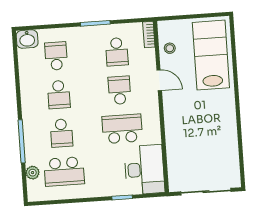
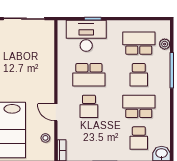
school desk: (117, 52) -> (89, 138), removed
school desk: (59, 95) -> (139, 106), width x1.85
school desk: (61, 133) -> (139, 75), turned 180
desk: (144, 170) -> (86, 36), moved, turned 90

